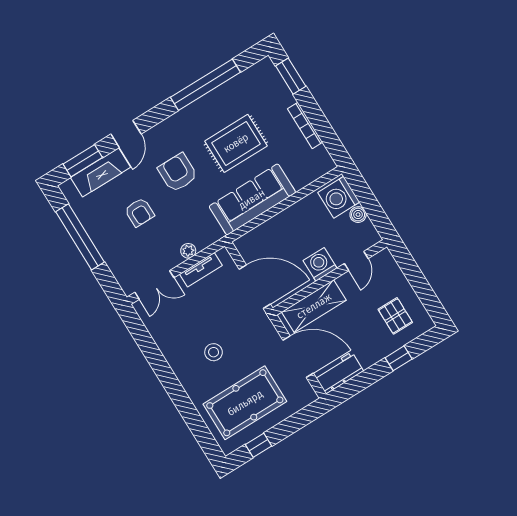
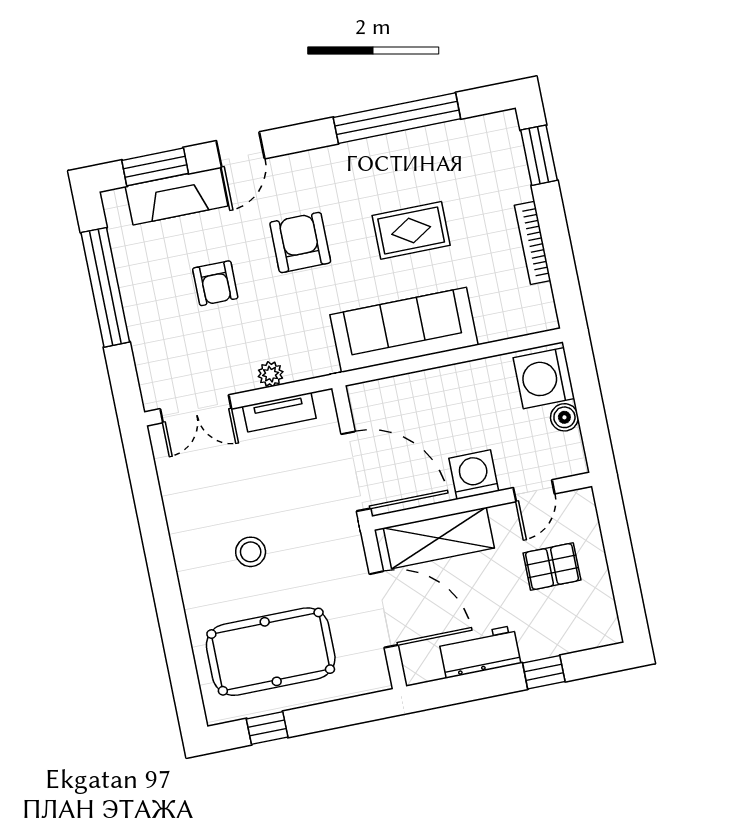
rug: (236, 143) -> (411, 230), width x0.73, depth x0.70
pallet: (395, 316) -> (552, 567), moved, turned 90
workbench: (339, 373) -> (480, 652), moved

